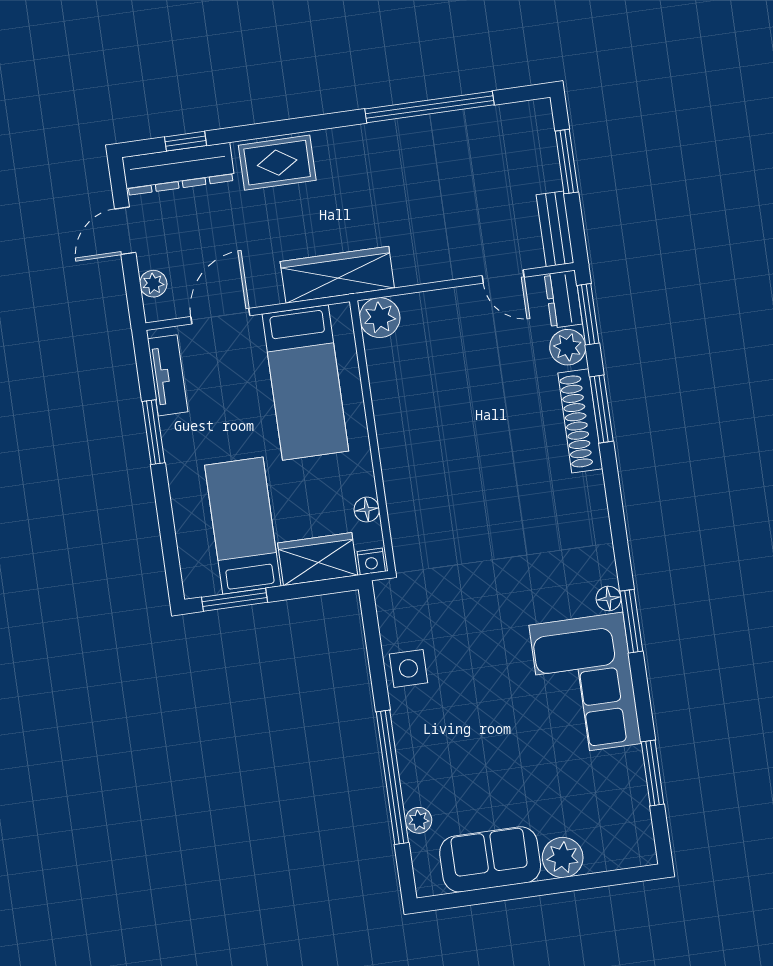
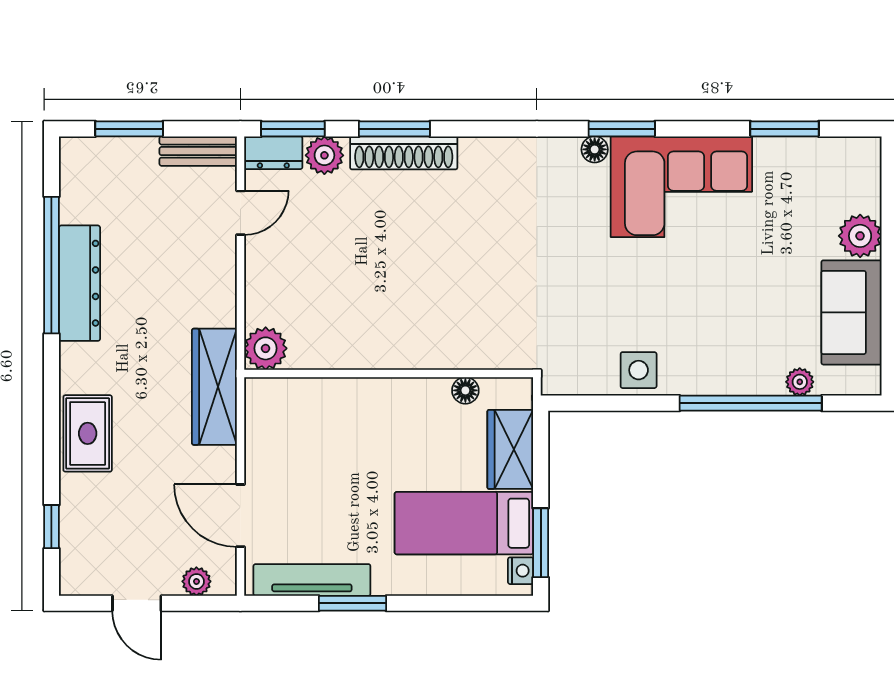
dresser: (178, 169) -> (79, 283), moved
tv unit: (168, 375) -> (312, 580), width x1.41
bed: (305, 382) -> (323, 436), removed
nightstand: (371, 561) -> (521, 571), moved

